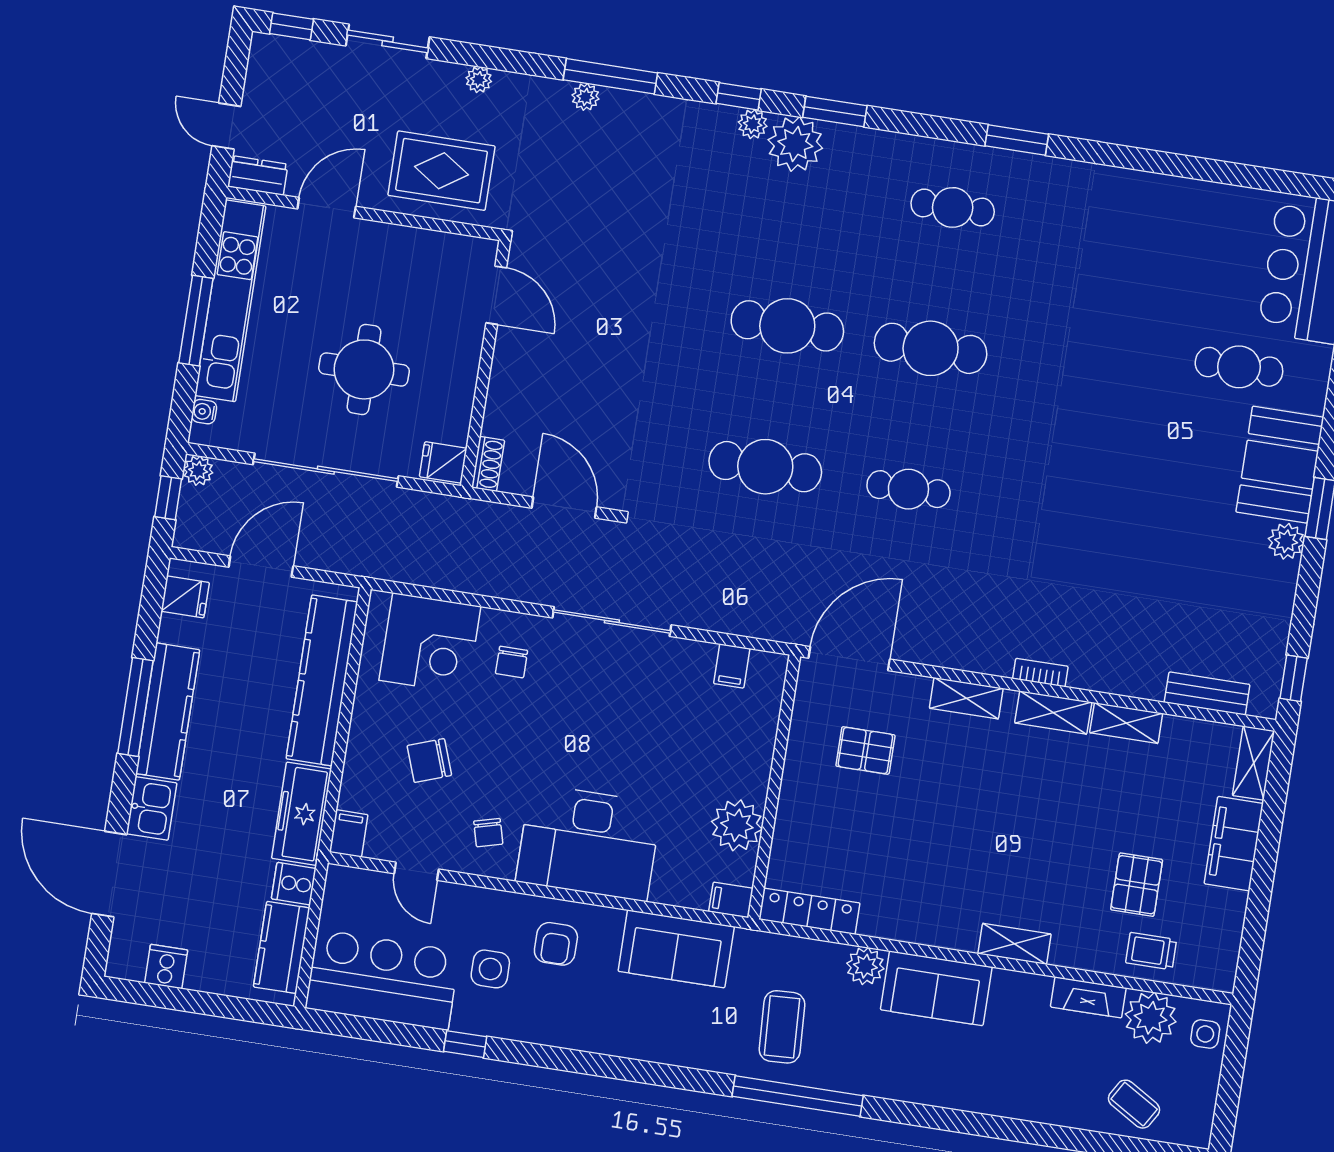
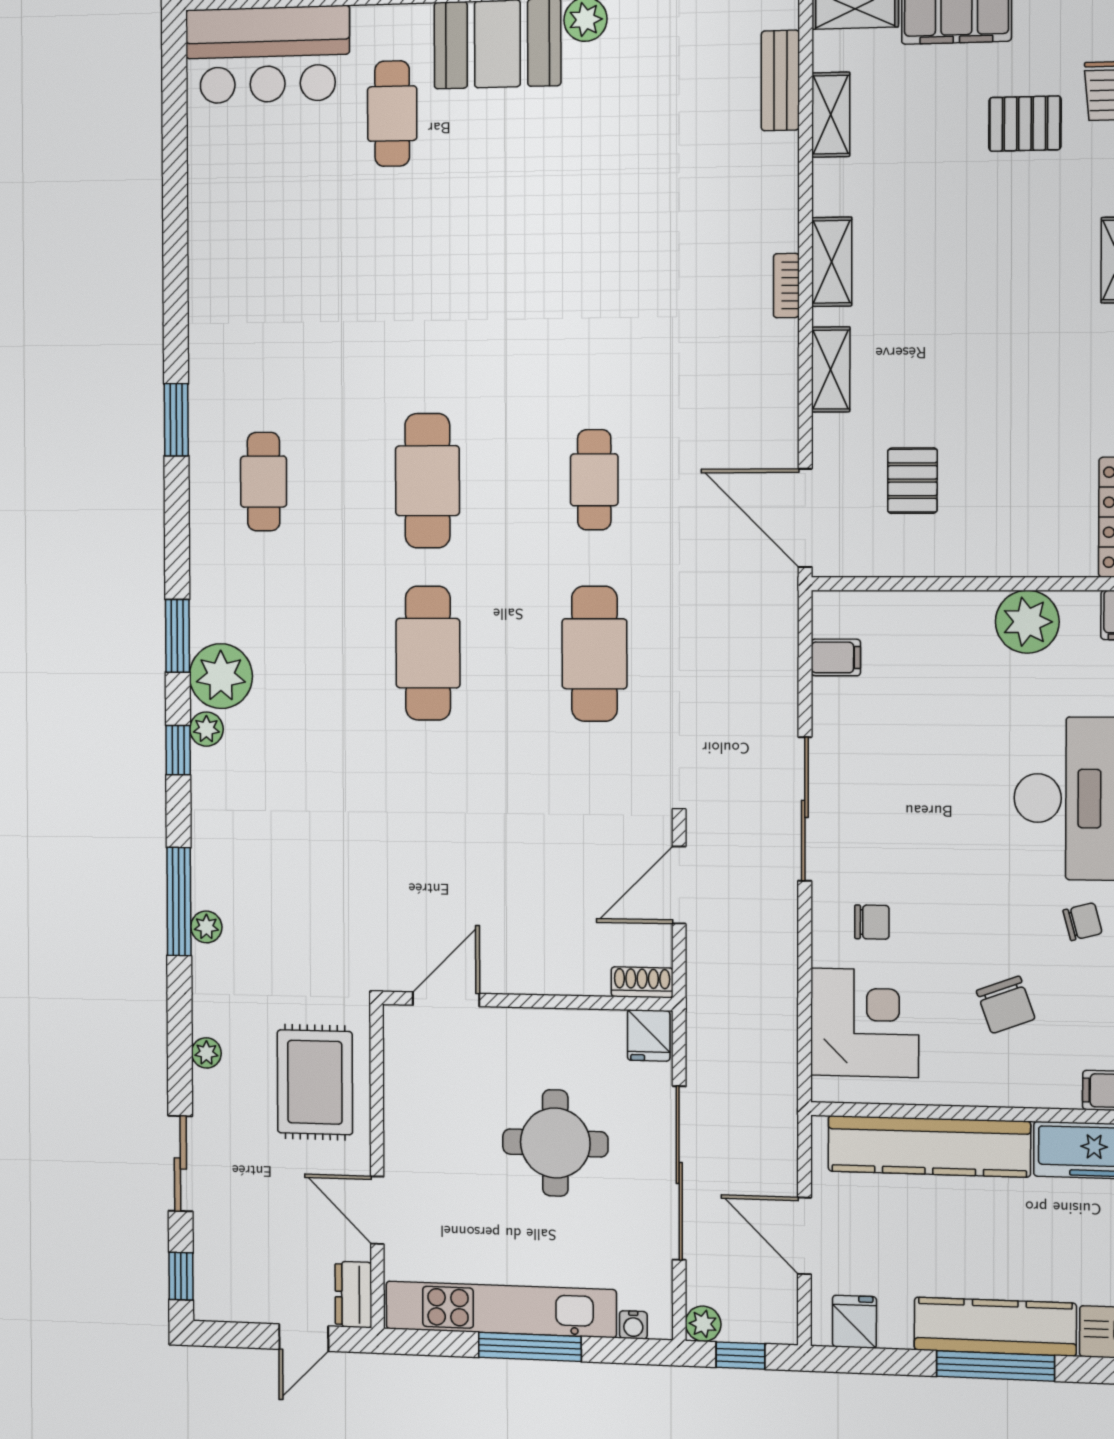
shelving: (1126, 723) -> (831, 115), moved

